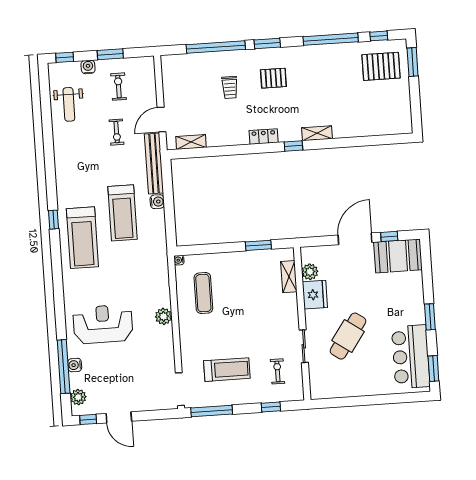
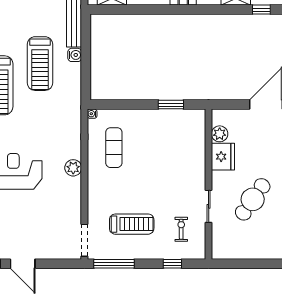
window: (293, 146) -> (261, 10), moved
shelving: (289, 277) -> (199, 137), removed

